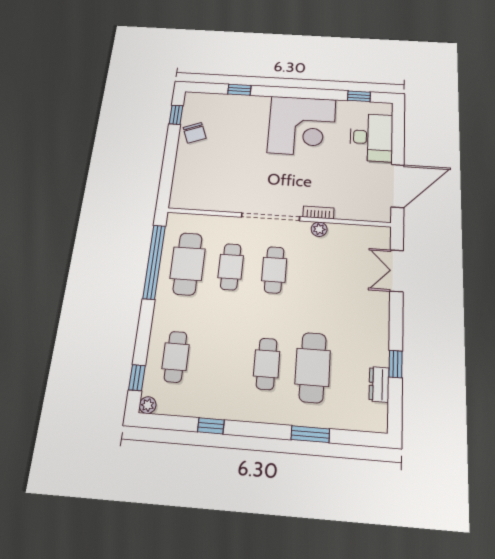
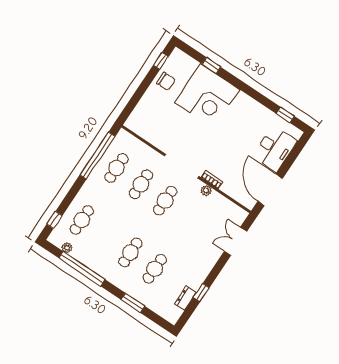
corner desk: (302, 126) -> (207, 96), moved
chair: (195, 133) -> (166, 81), turned -69
door: (398, 186) -> (270, 190), swing flipped
cafe table: (188, 264) -> (117, 168), width x0.73, depth x0.74
cafe table: (313, 367) -> (155, 269), width x0.73, depth x0.74
plant: (148, 405) -> (67, 248), moved
window: (211, 426) -> (82, 269), width x3.17

